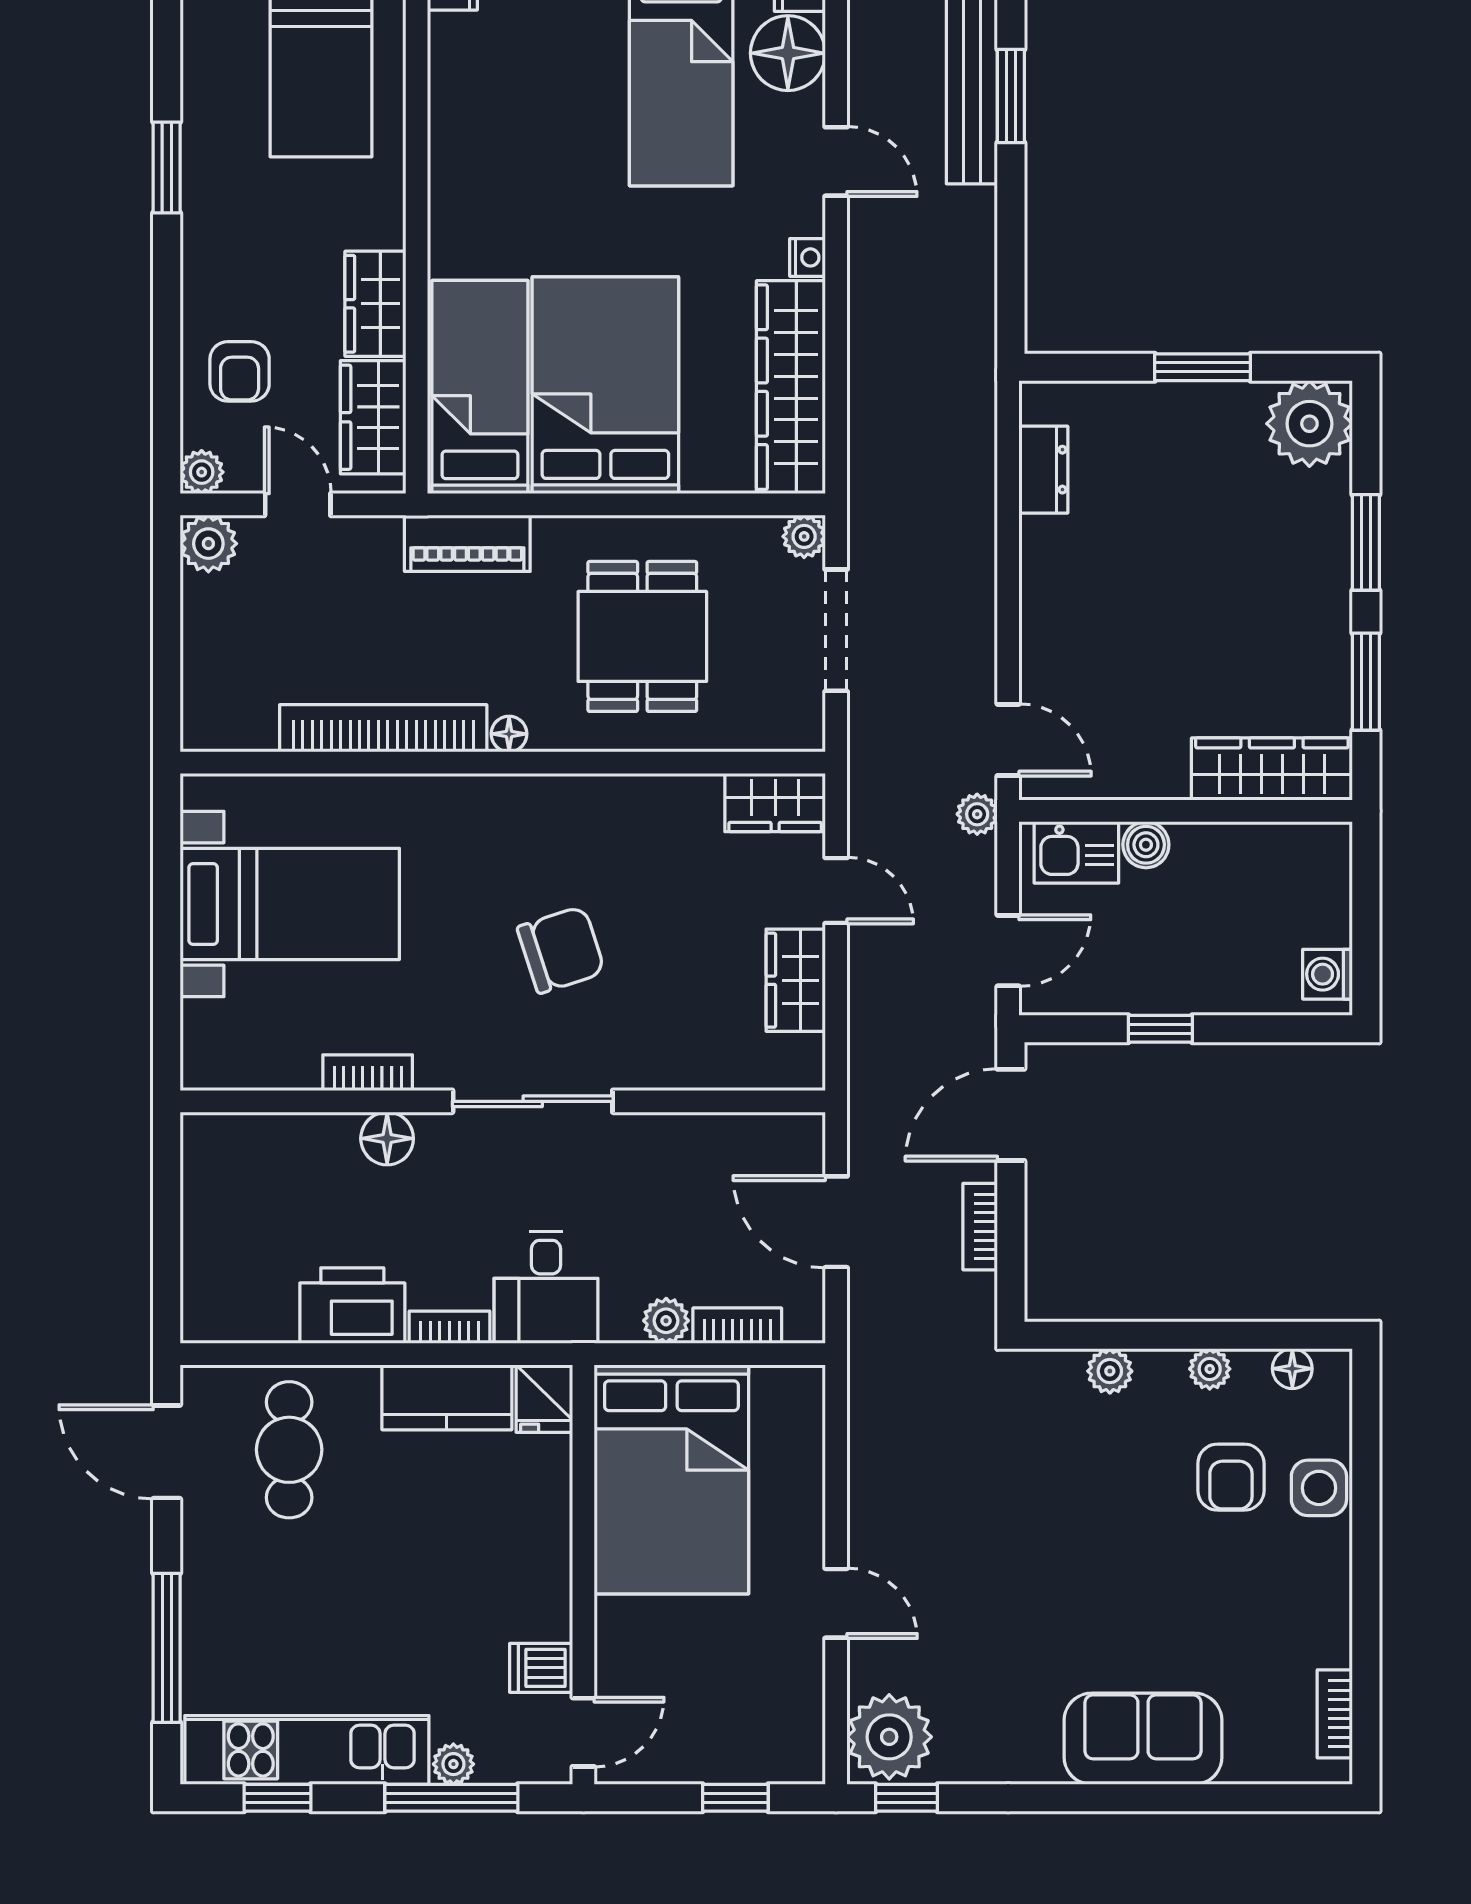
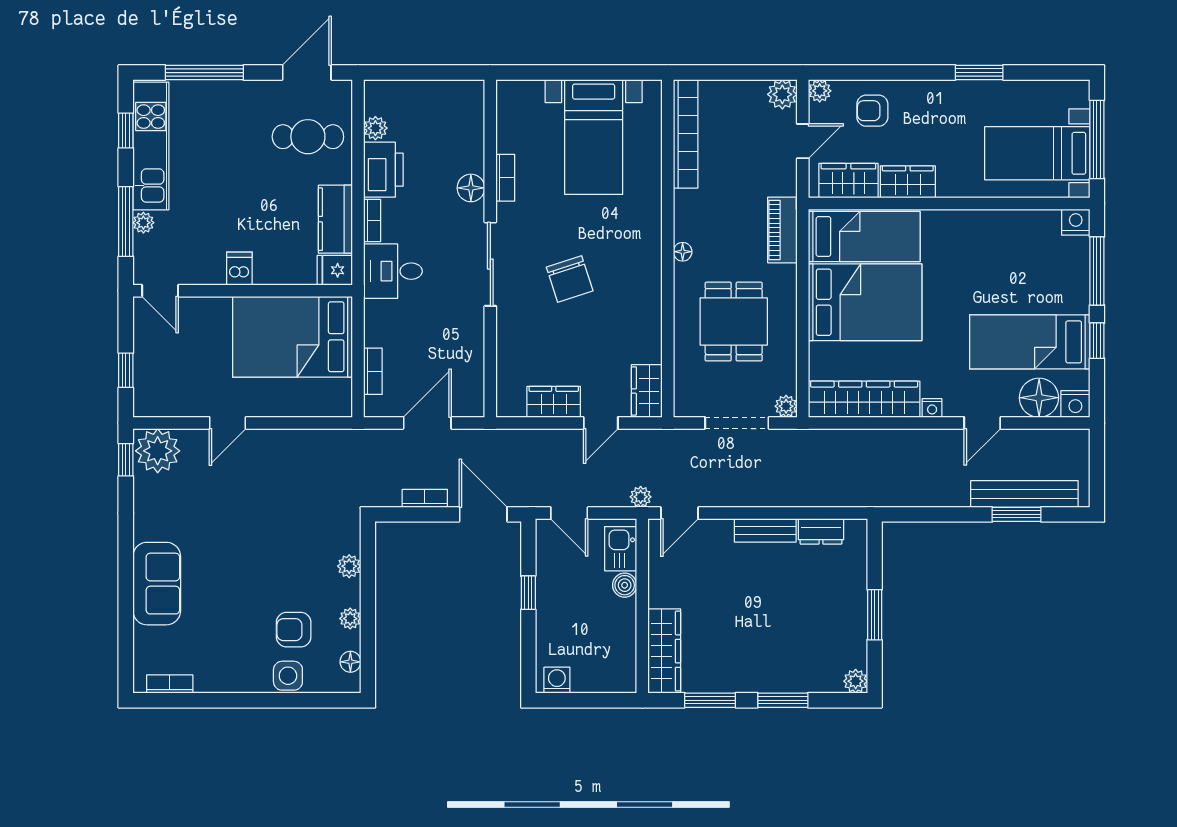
plant: (1309, 424) -> (856, 681), width x0.53, depth x0.53
bench: (1041, 576) -> (765, 530), added
dining table: (642, 636) -> (734, 322), turned 90
bookcase: (383, 728) -> (686, 134), moved
plant: (666, 1321) -> (375, 128), moved
dishwasher: (541, 1668) -> (239, 269), moved

